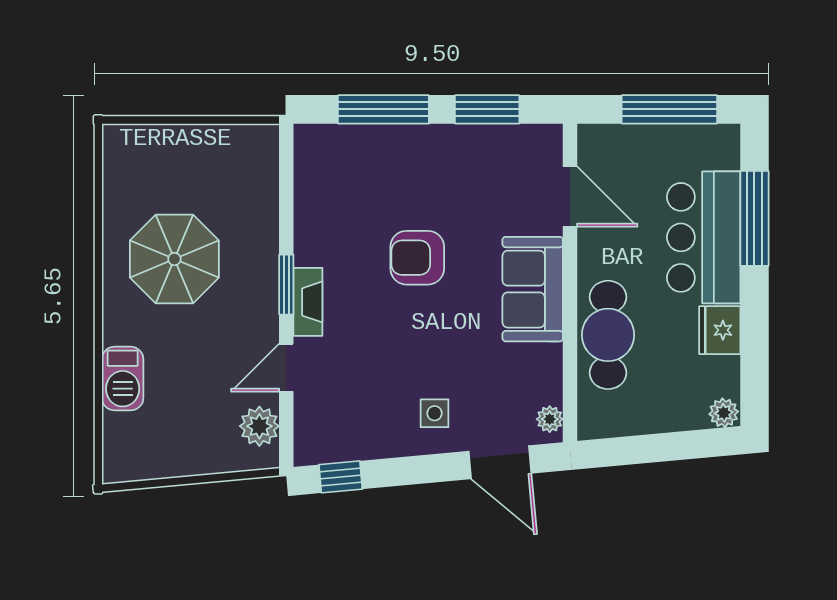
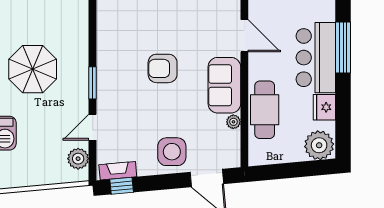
fireplace: (308, 302) -> (118, 171), moved, turned -95
side table: (435, 413) -> (172, 152), width x1.87, depth x1.87
plant: (724, 413) -> (319, 145), width x1.88, depth x1.88
plant: (550, 419) -> (233, 122), moved

